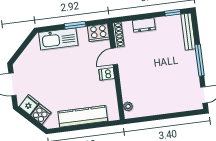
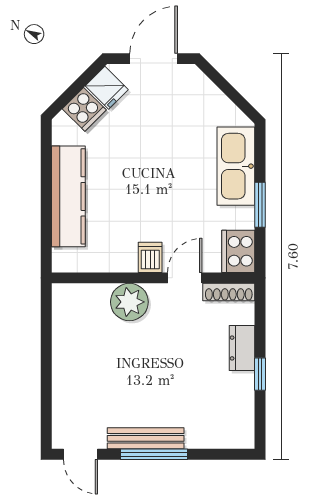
window: (173, 13) -> (260, 374), moved
bench: (188, 32) -> (146, 438), moved
door: (114, 56) -> (185, 278), hinge flipped
plant: (128, 106) -> (129, 302), moved, width x1.87, depth x1.87

